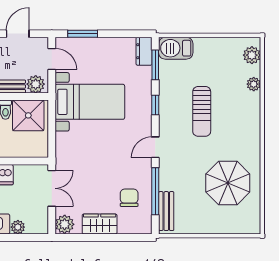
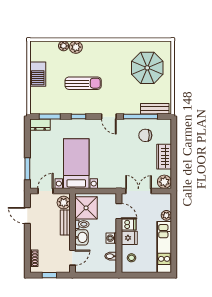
barbecue: (176, 48) -> (38, 74), moved
plant: (252, 55) -> (76, 47), moved
door: (24, 161) -> (119, 211), added
parasol: (228, 183) -> (147, 68), moved

